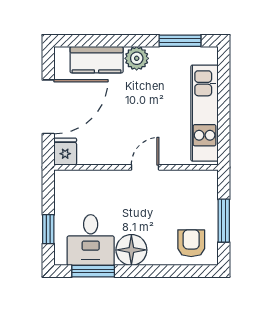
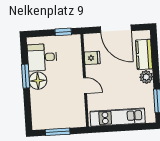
fridge: (65, 152) -> (92, 58), moved
window: (48, 229) -> (63, 32), moved
armchair: (191, 243) -> (44, 114), removed
window: (93, 271) -> (26, 76), moved

